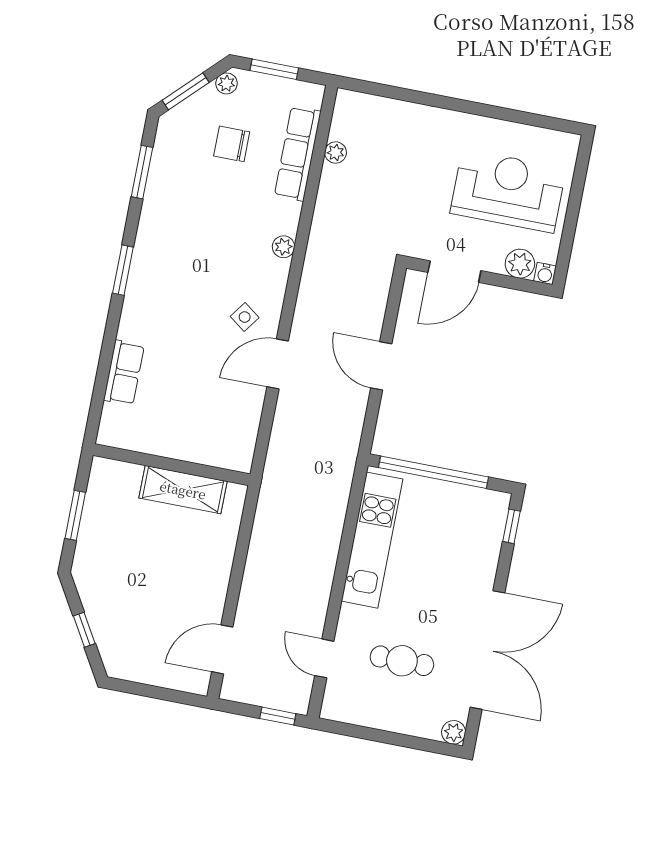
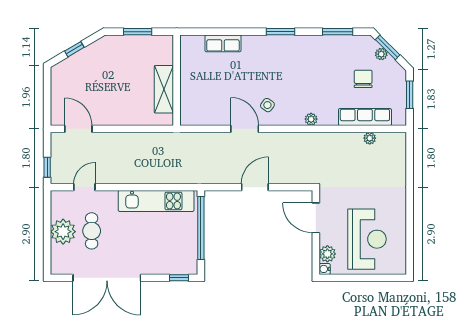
plant: (226, 83) -> (381, 54), moved
plant: (454, 732) -> (63, 232), moved, width x1.87, depth x1.87

